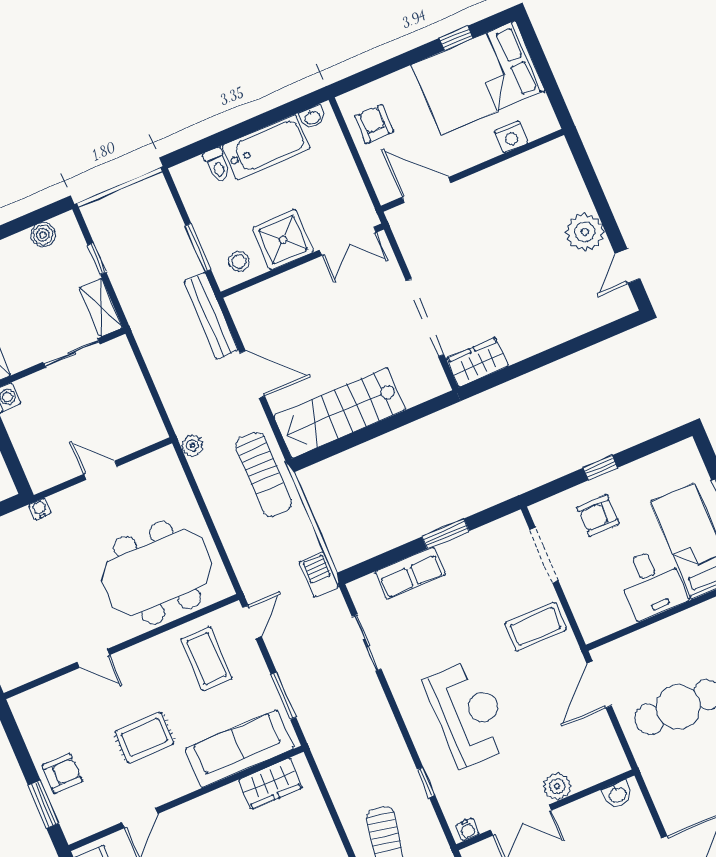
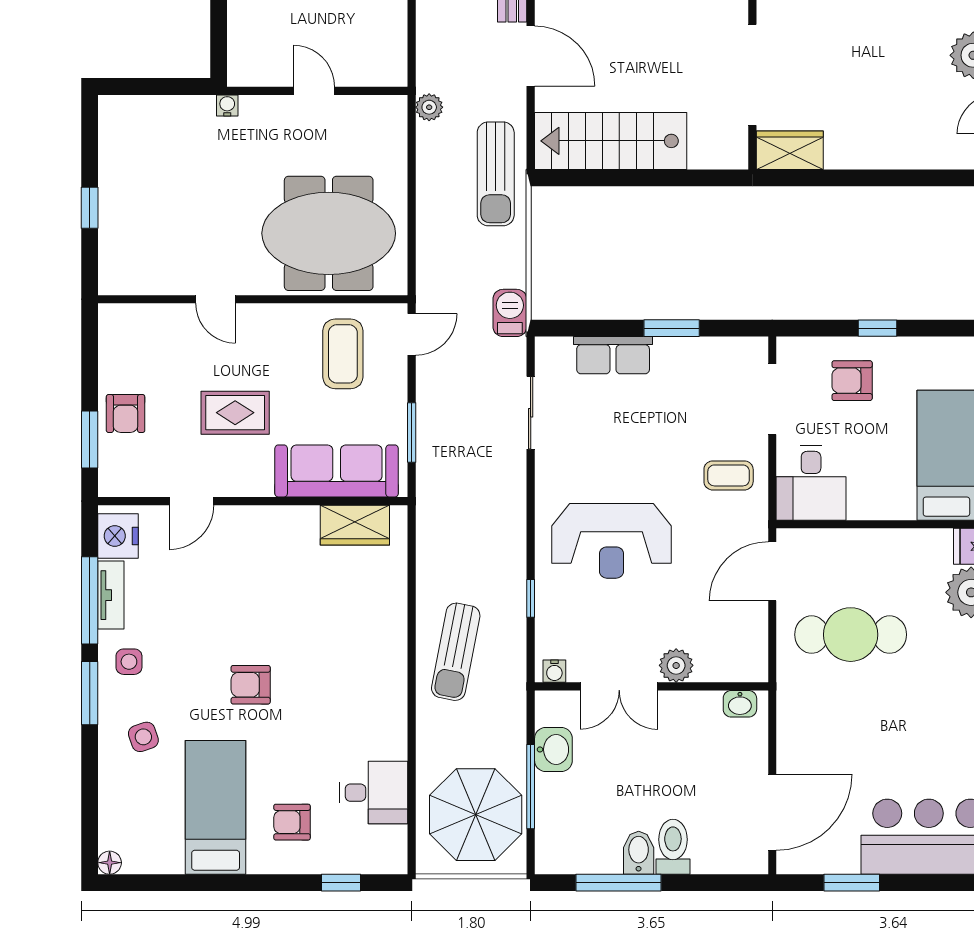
desk: (652, 583) -> (811, 483), moved
coffee table: (536, 626) -> (729, 475), width x0.73, depth x0.77
reception desk: (469, 713) -> (611, 541), turned 90
armchair: (62, 773) -> (126, 414), turned 90

